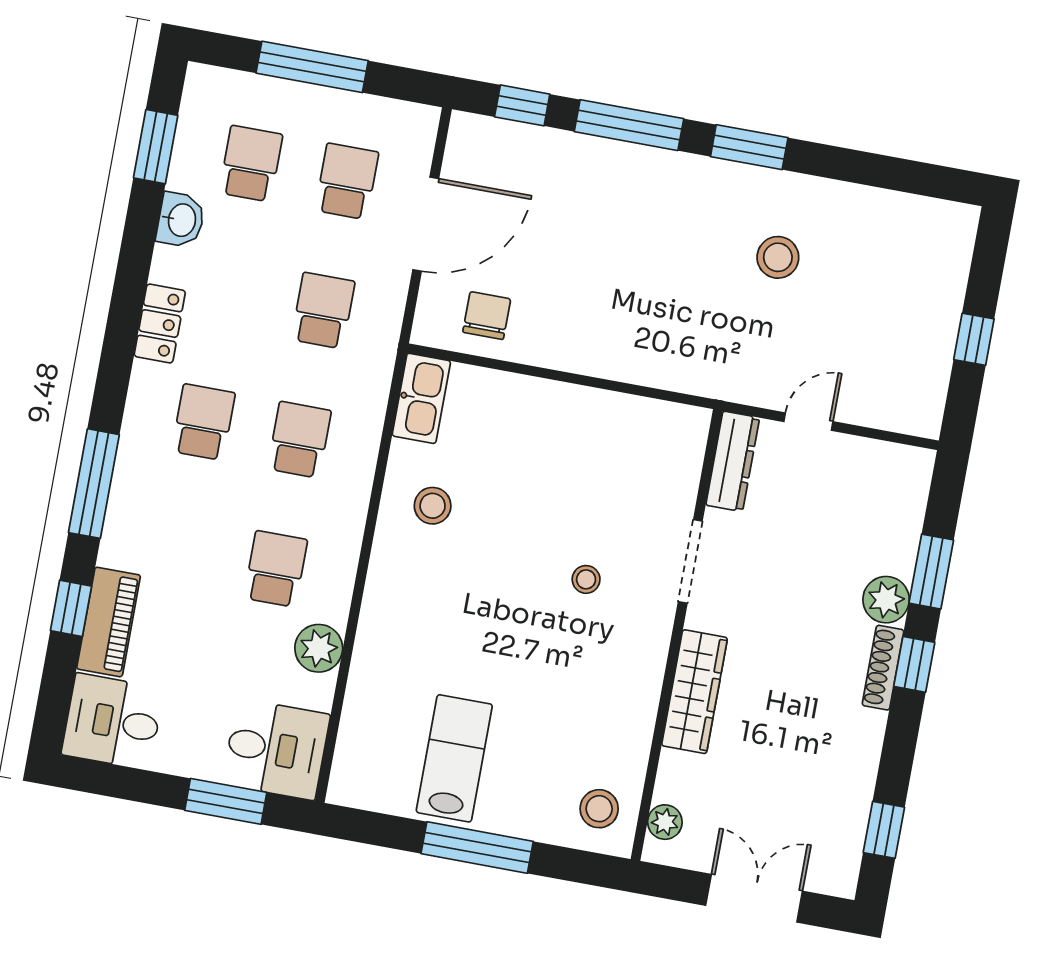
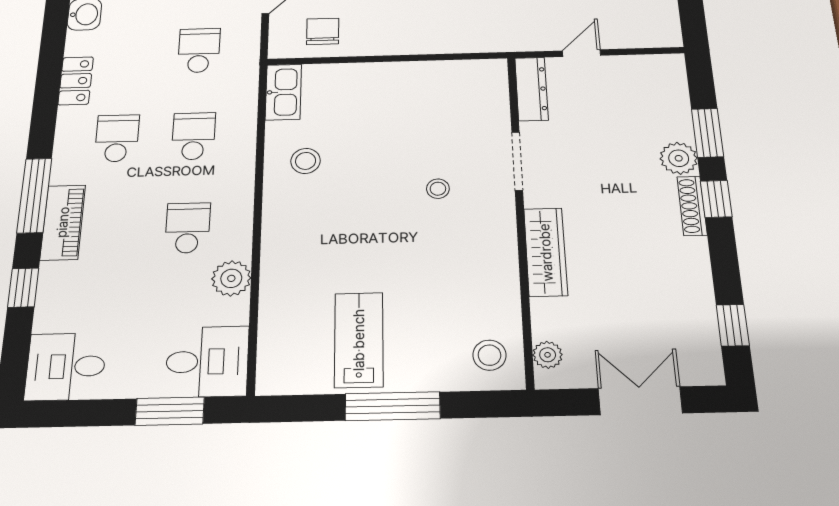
piano: (109, 622) -> (63, 222), moved

